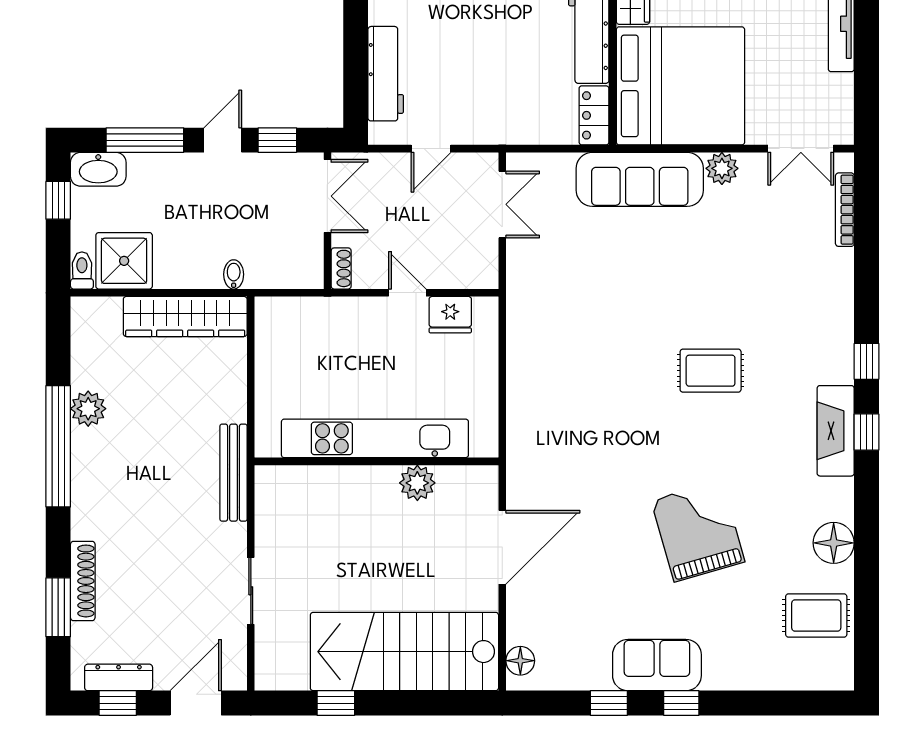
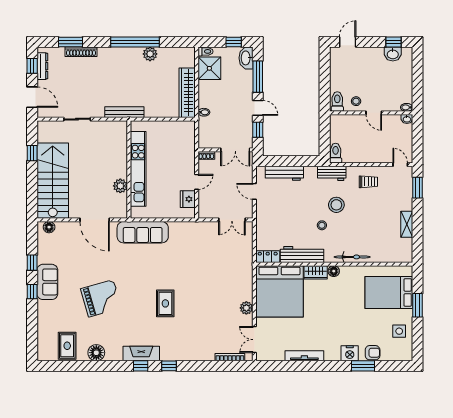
sofa: (640, 179) -> (143, 232), moved, turned -90

